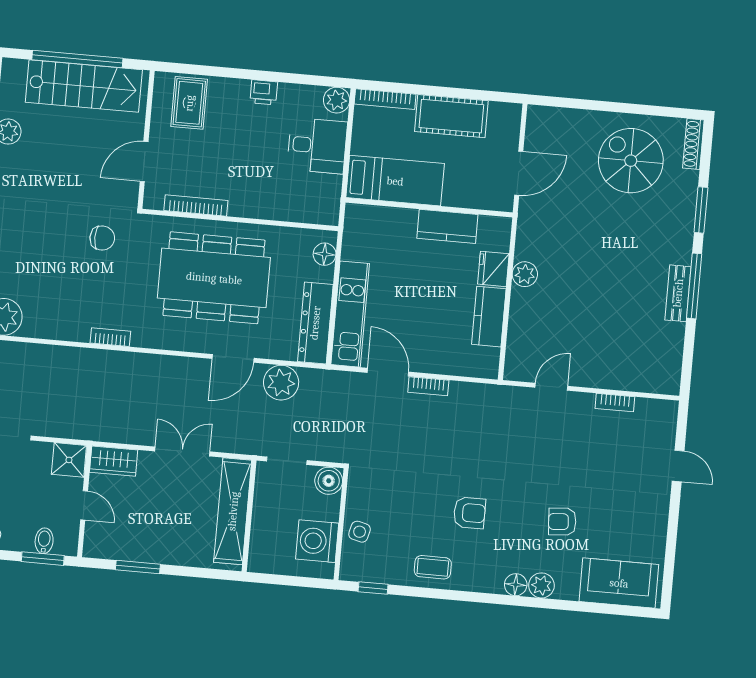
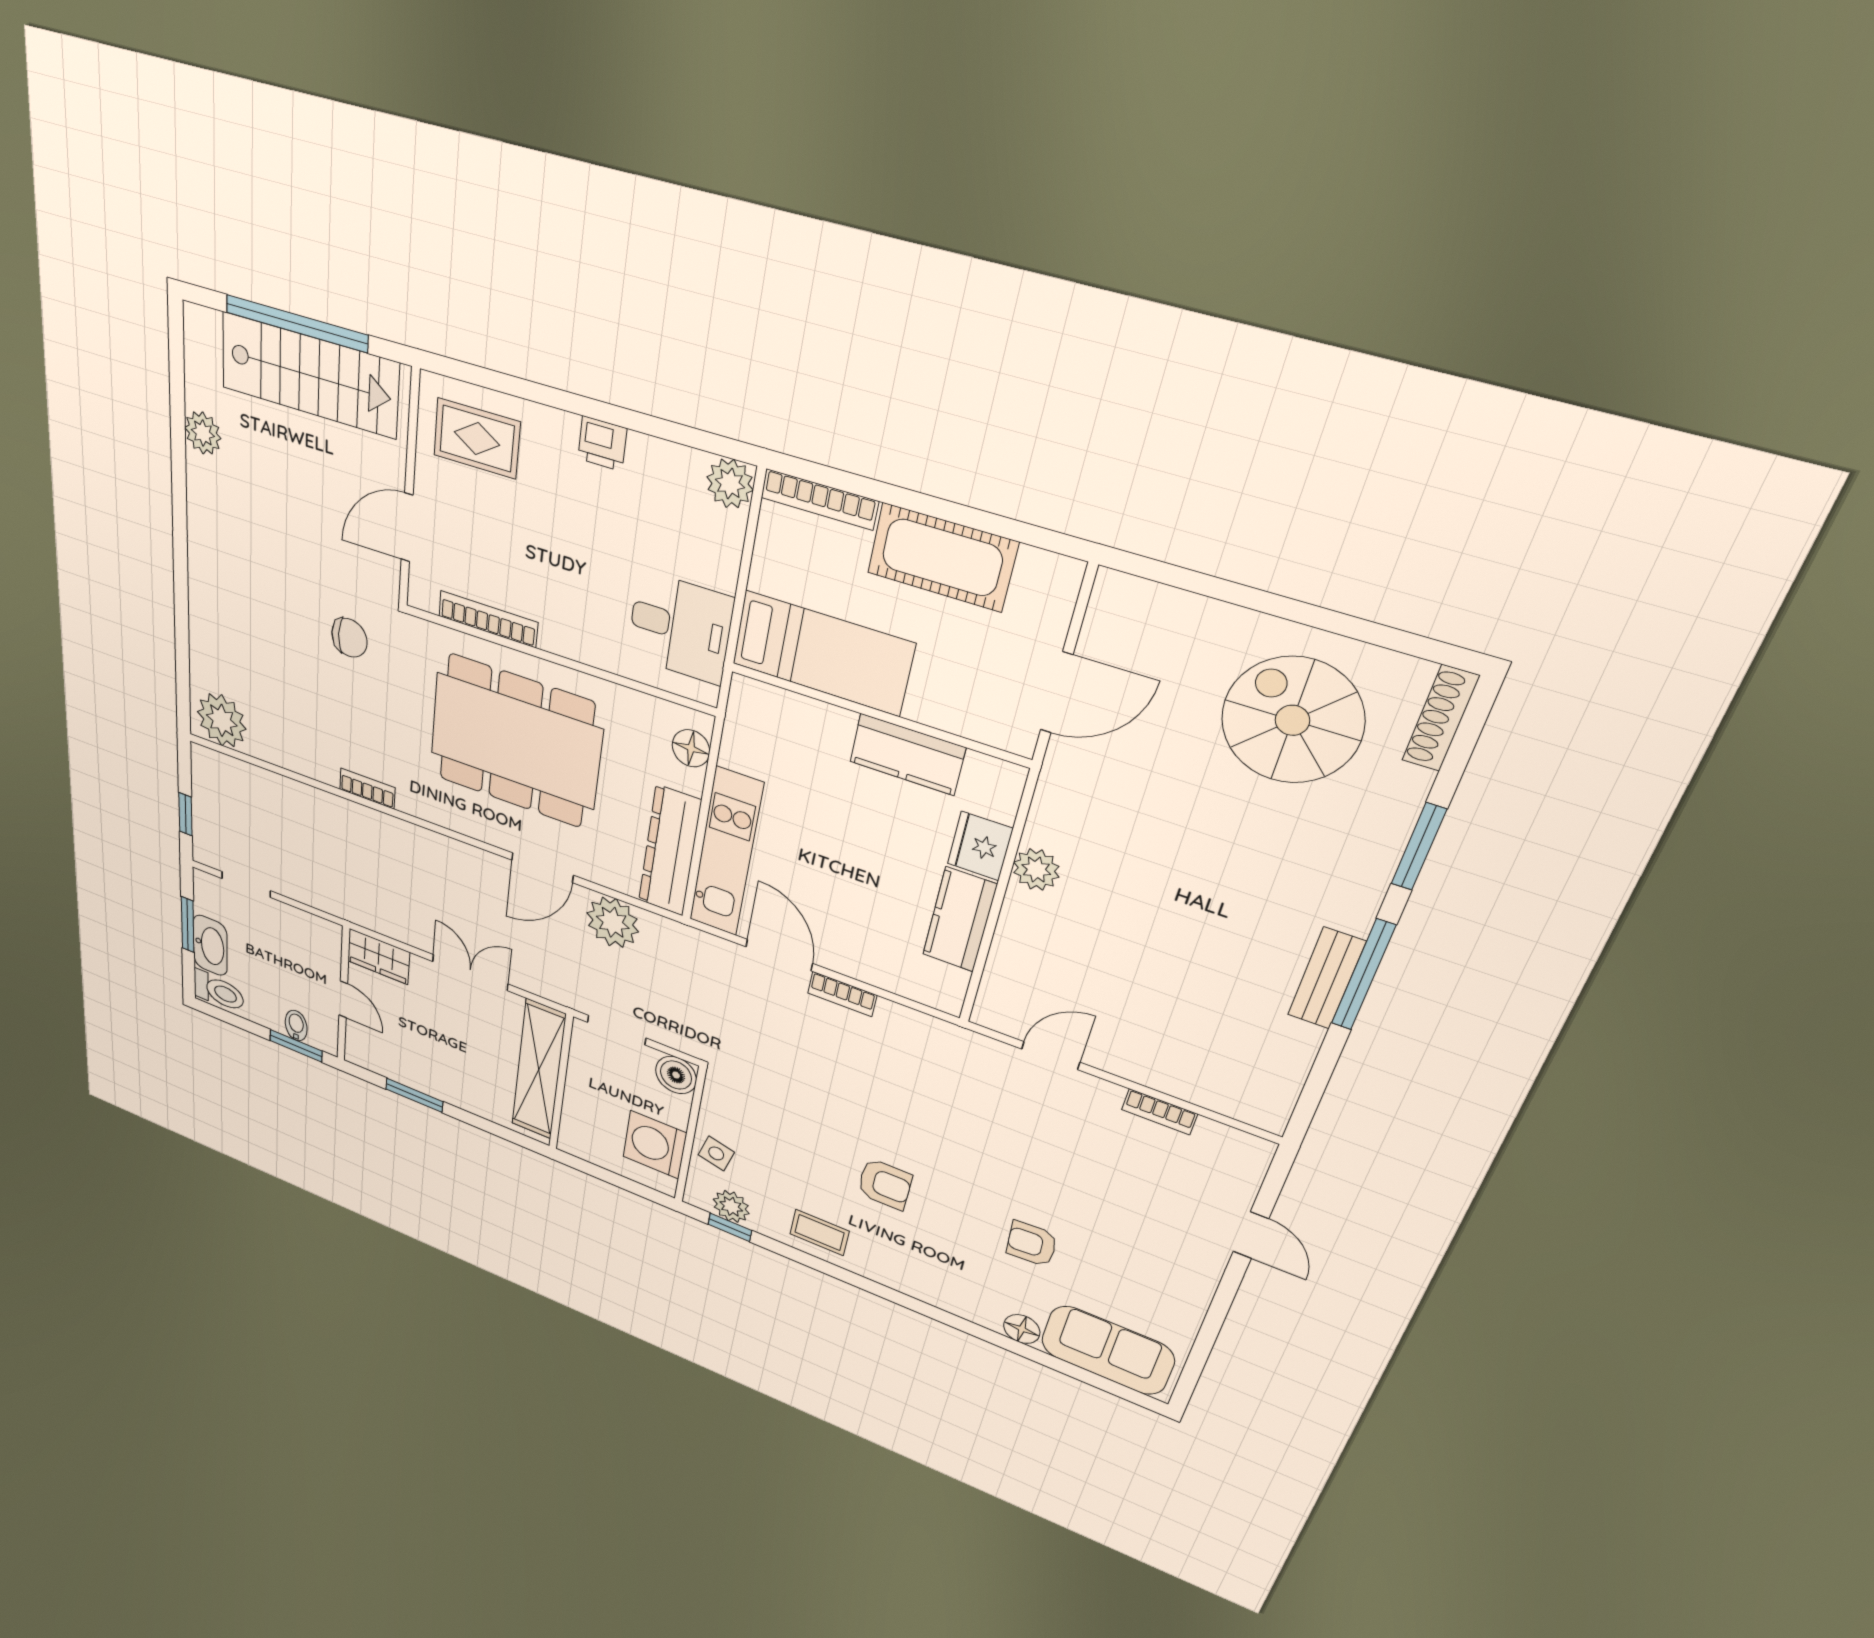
rug: (189, 103) -> (477, 439), turned 90
desk: (317, 146) -> (680, 627), moved
shower: (69, 460) -> (321, 937), removed
floor lamp: (516, 585) -> (1022, 1329), moved
plant: (541, 585) -> (731, 1206), moved

